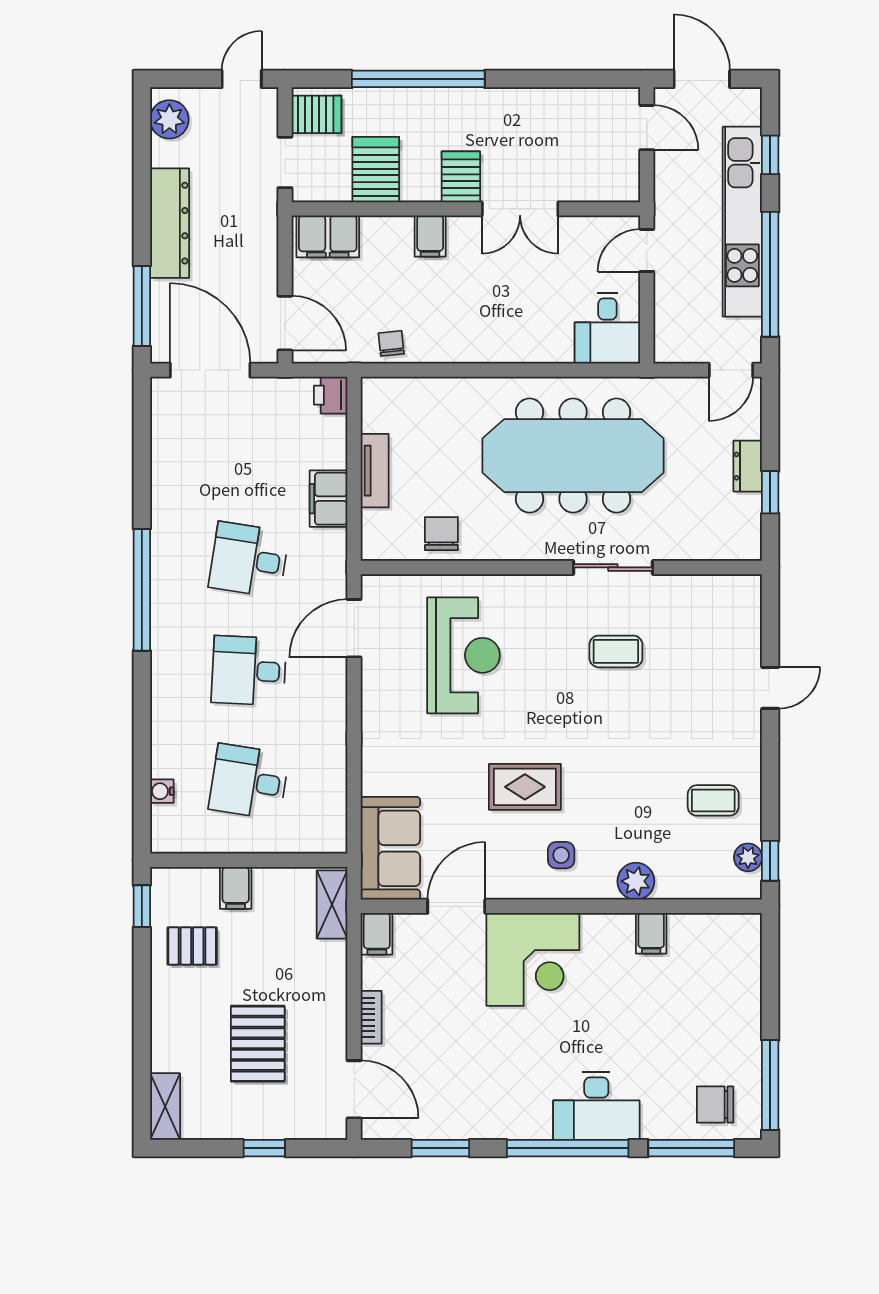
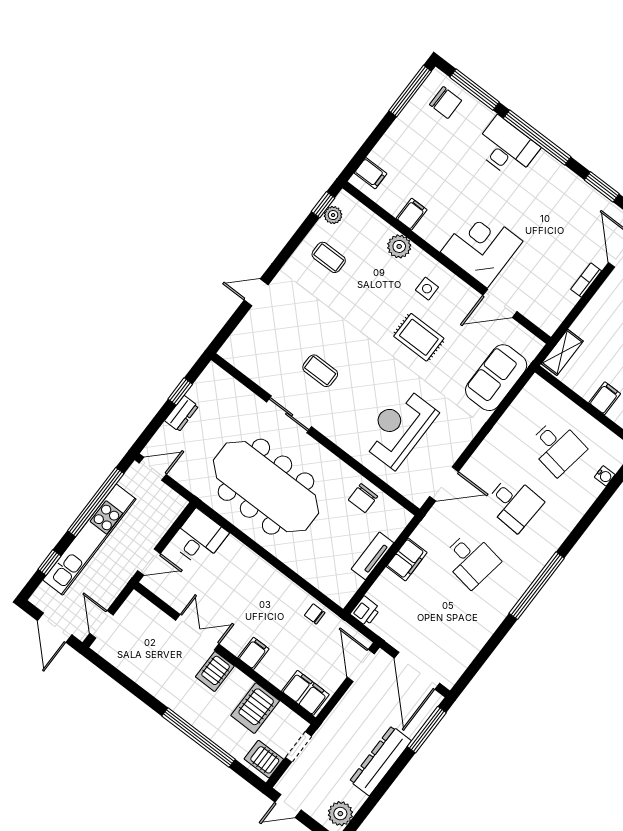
chair: (391, 343) -> (315, 614), turned 96
sofa: (390, 848) -> (496, 378), moved
filing cabinet: (377, 934) -> (370, 173), moved, turned 90

